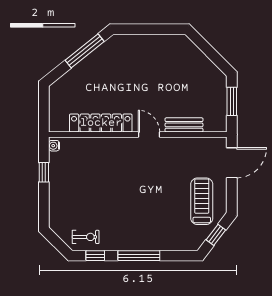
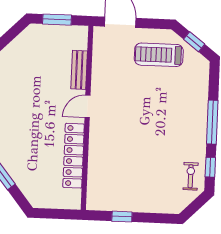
water cooler: (54, 146) -> (95, 205), removed

